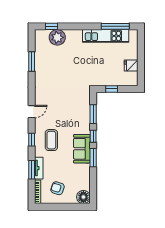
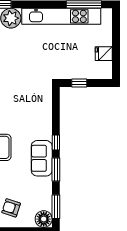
kitchen unit: (106, 36) -> (61, 16), width x1.36
window: (93, 114) -> (56, 207), moved

